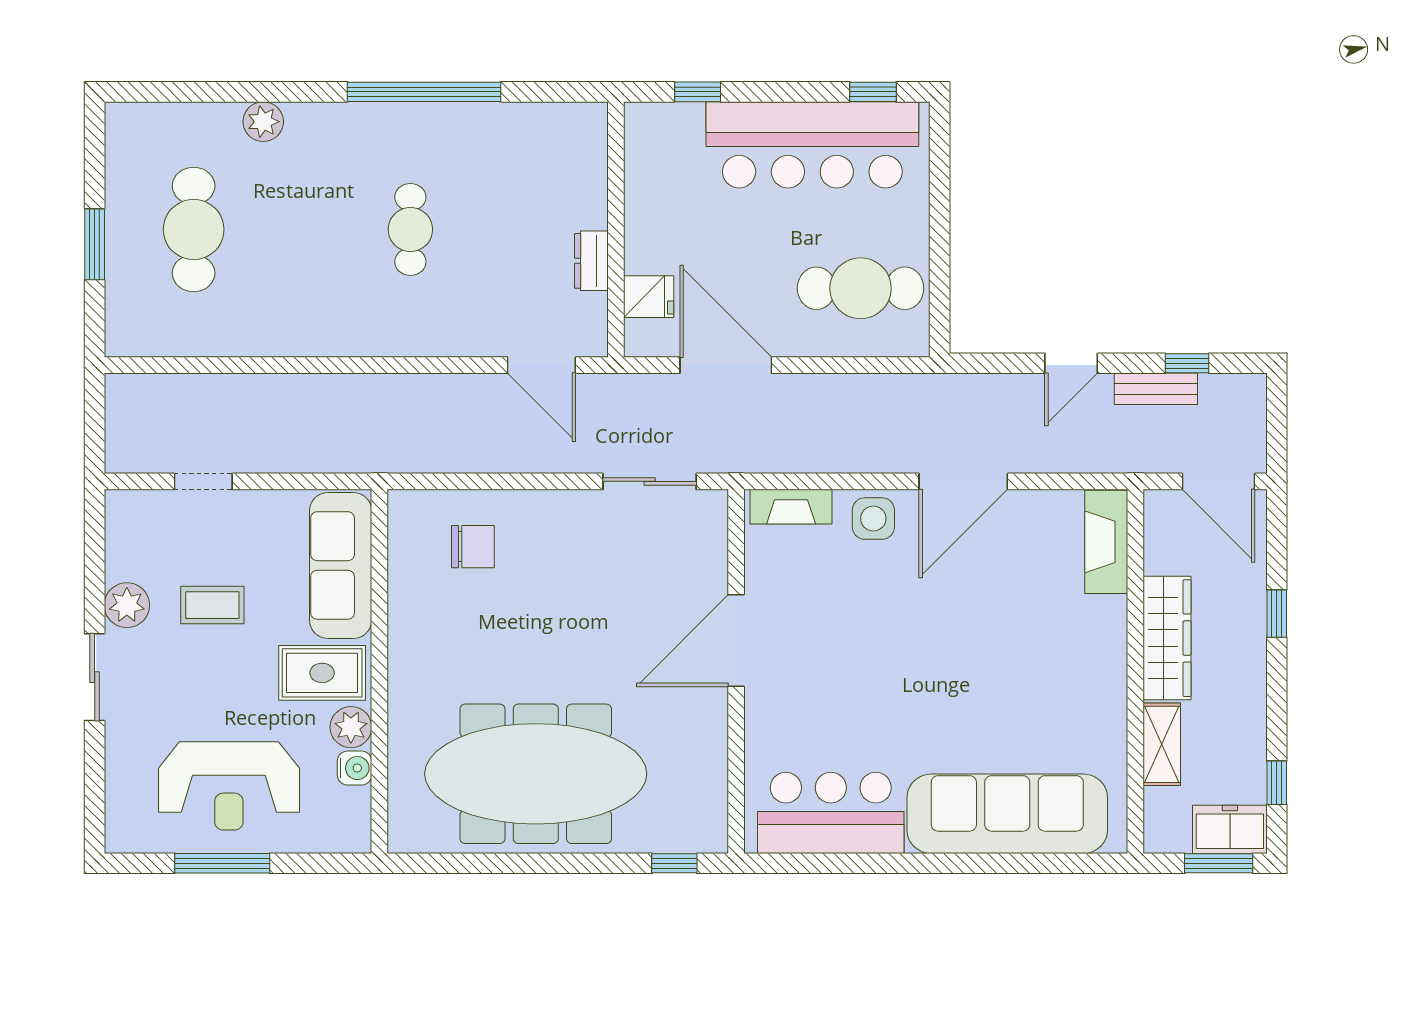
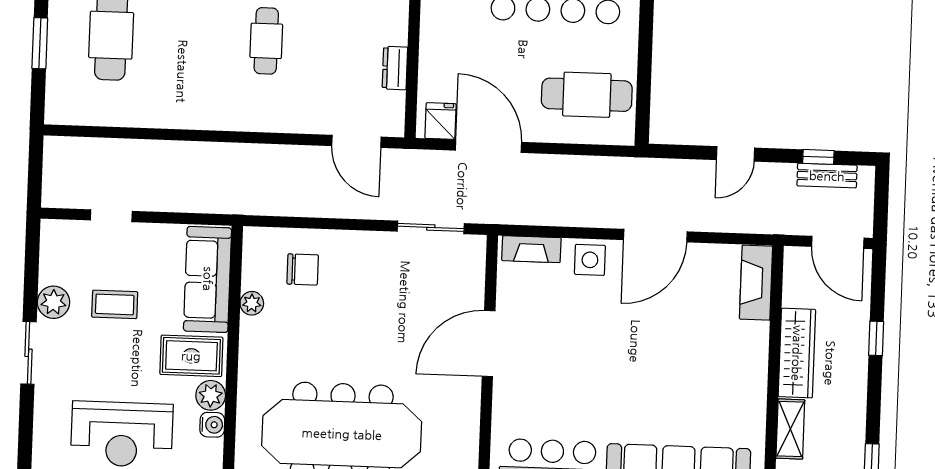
fridge: (649, 297) -> (441, 121), moved, turned -90
bench: (1156, 389) -> (827, 176), moved
plant: (404, 596) -> (252, 303), added

